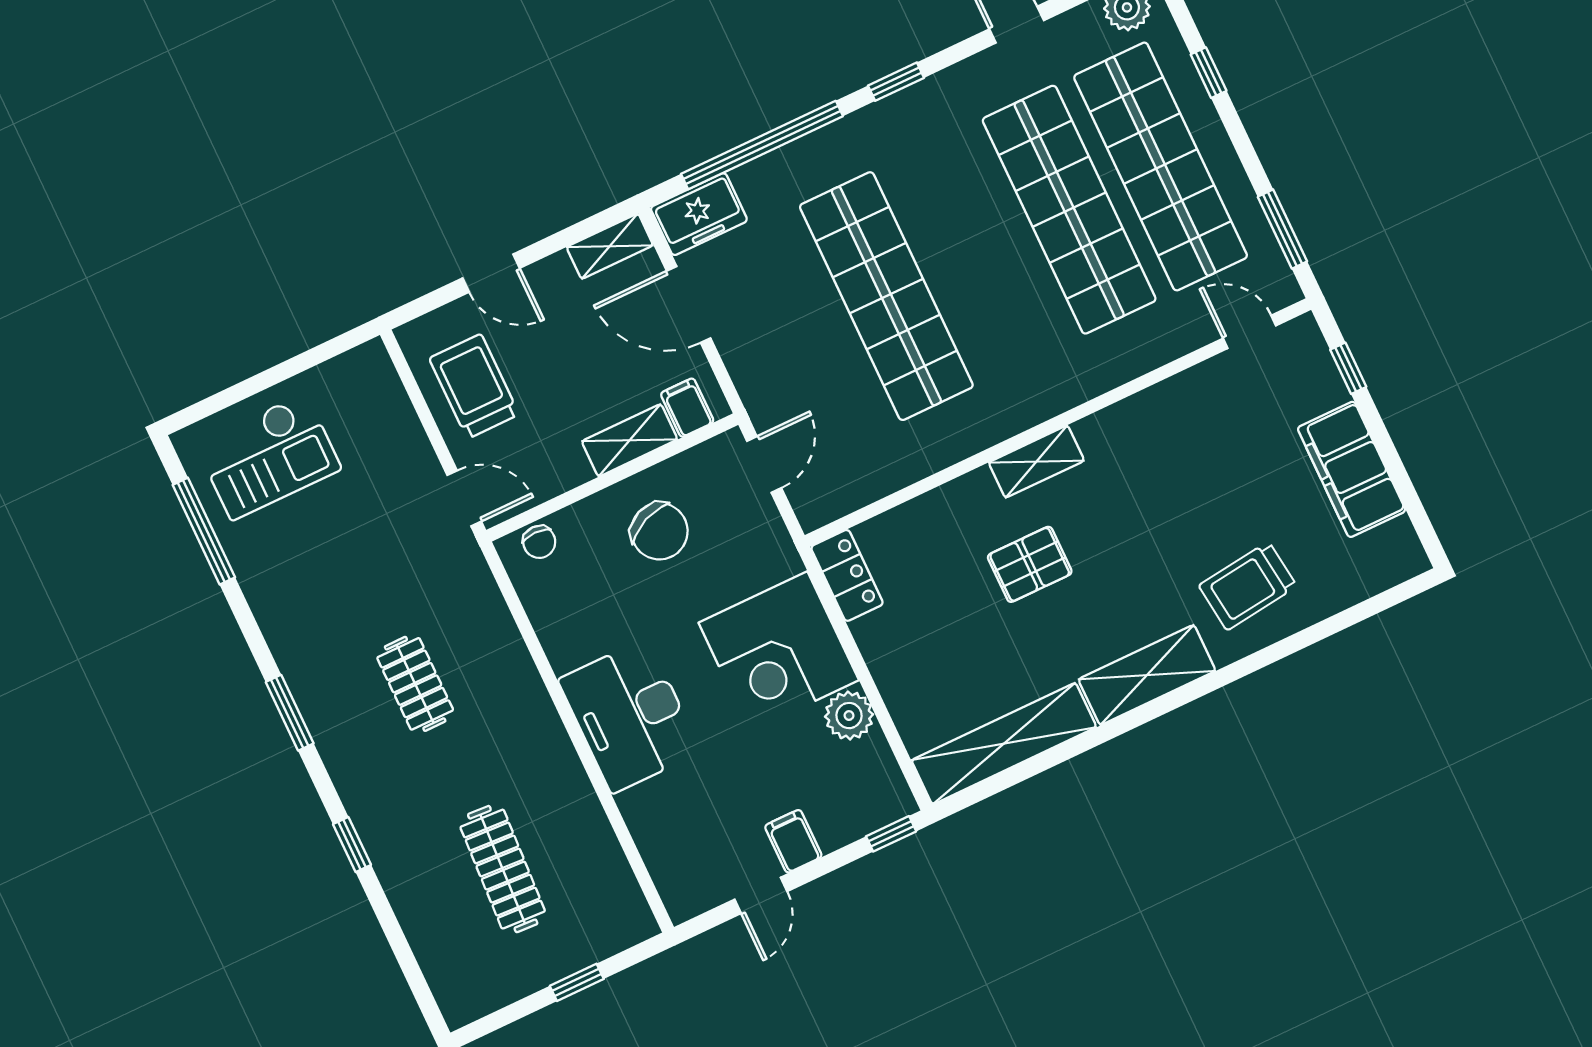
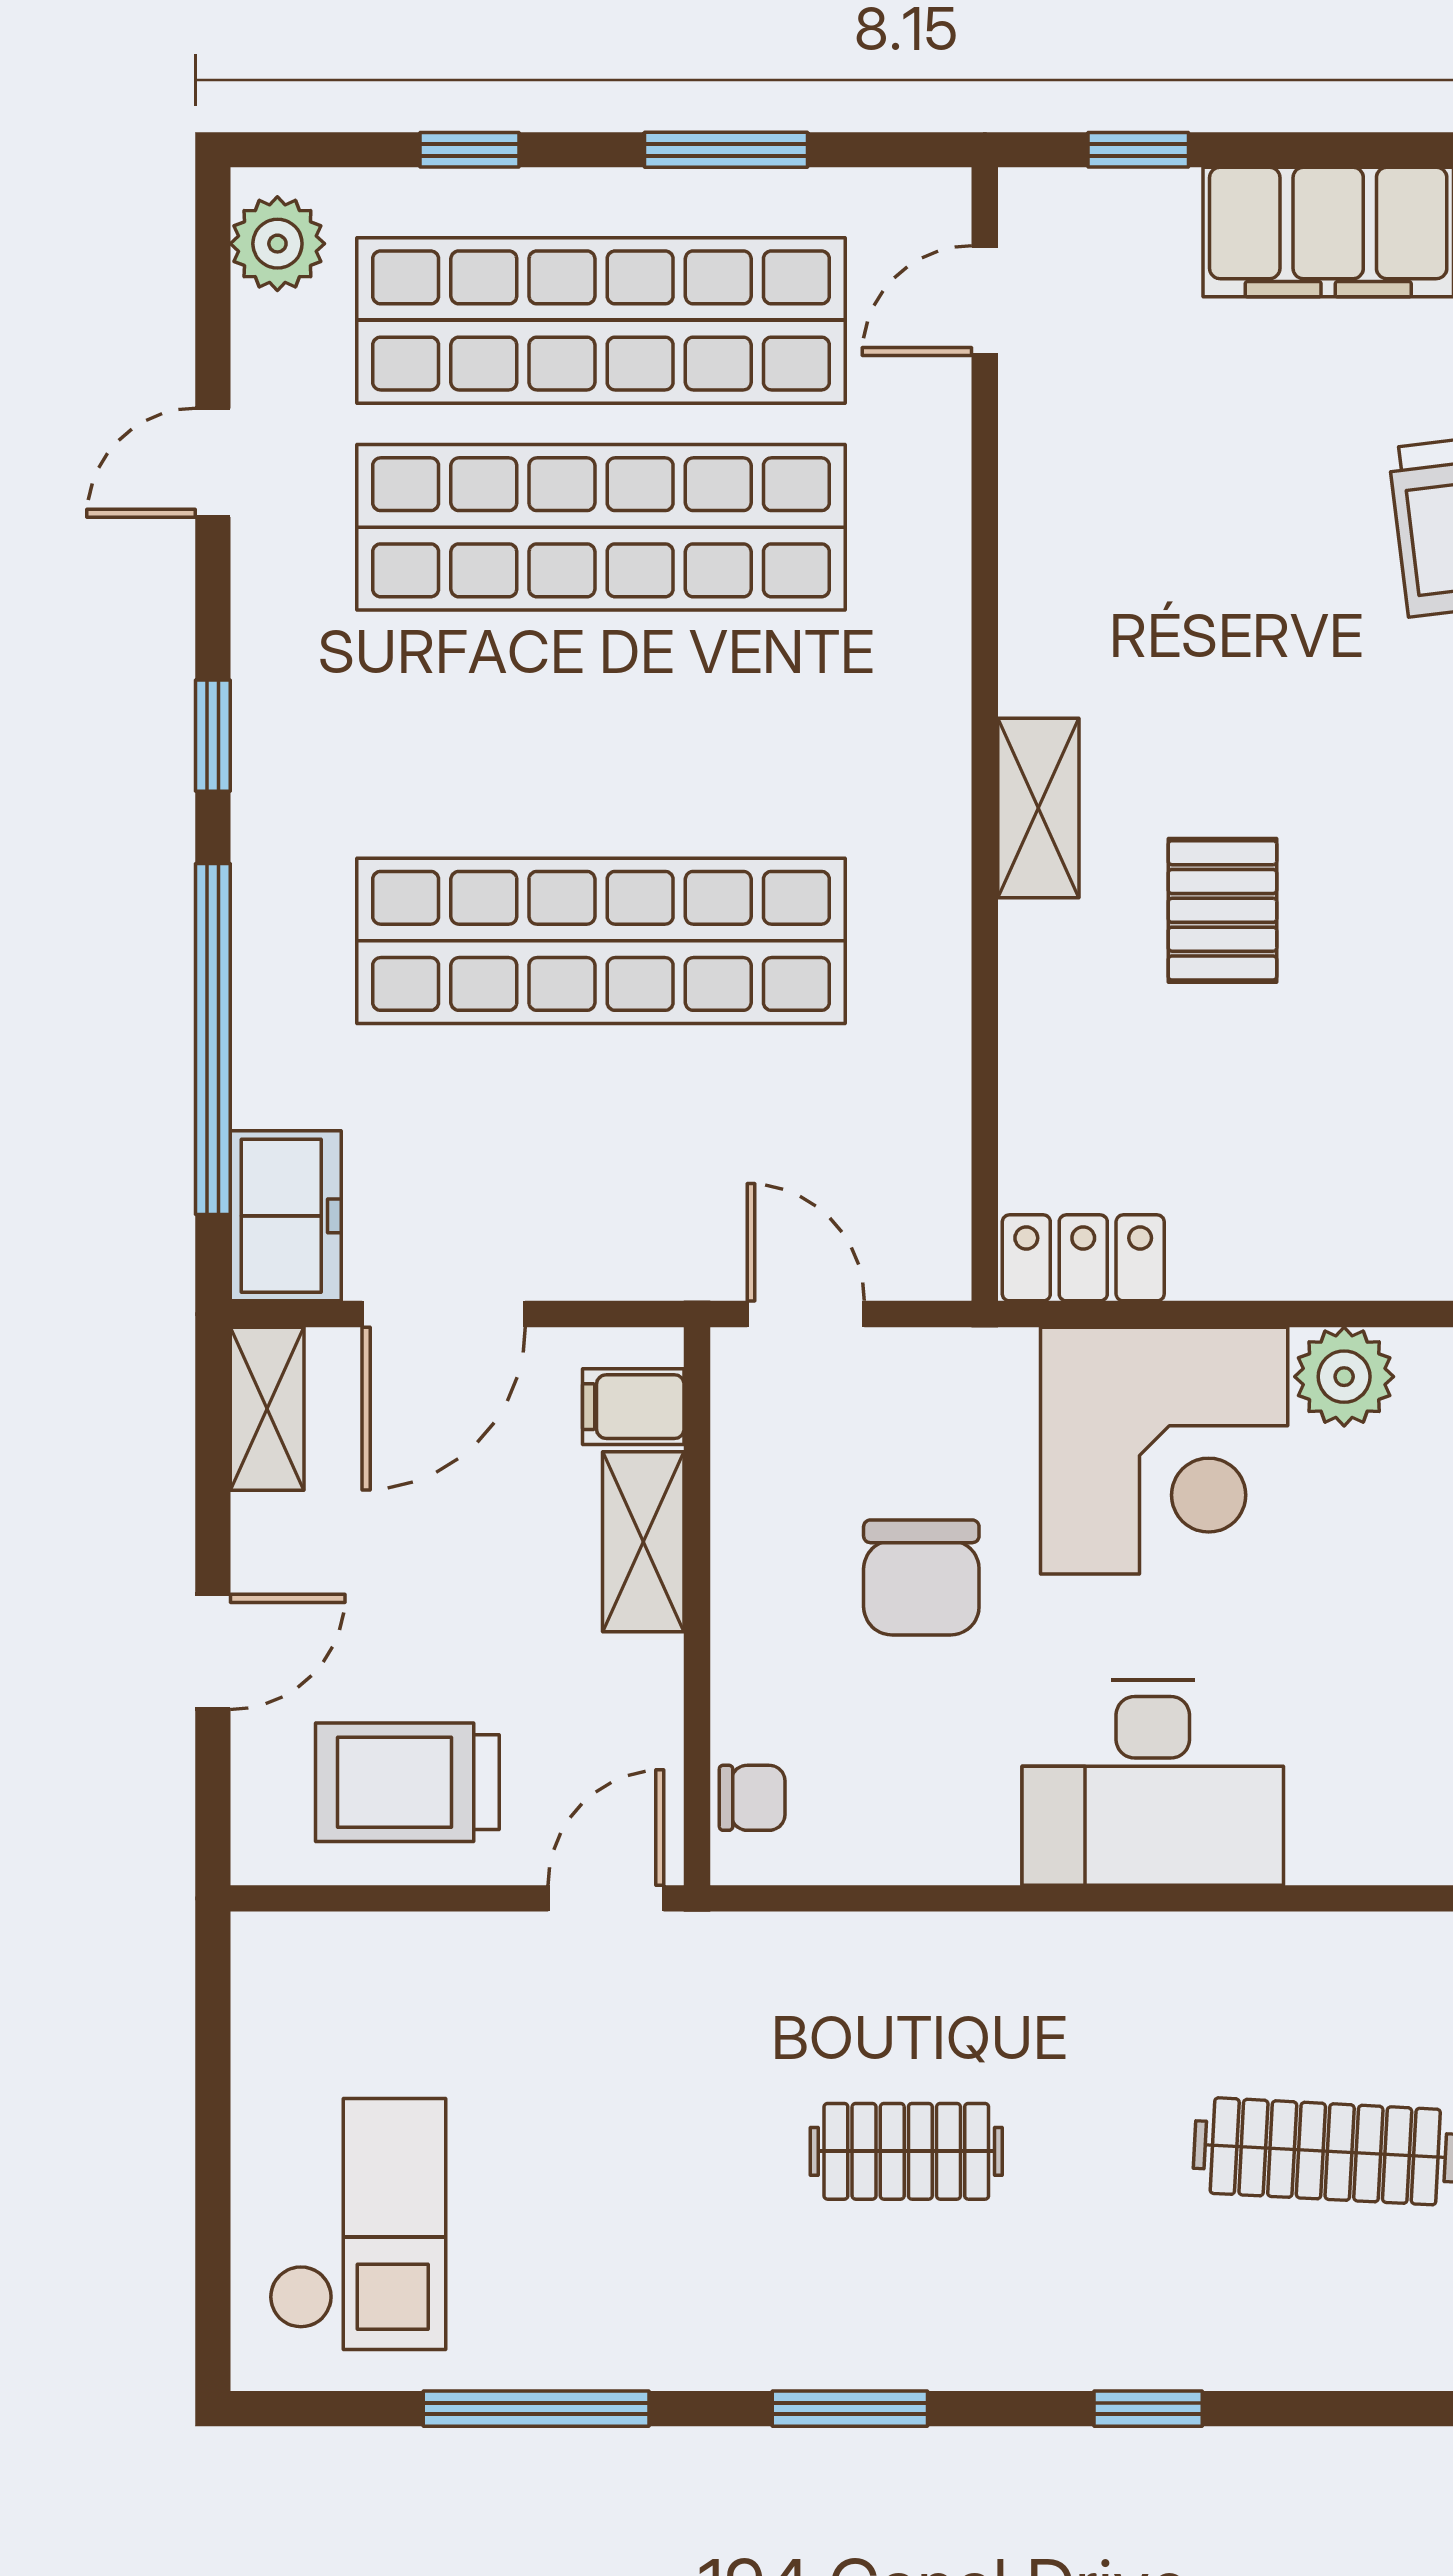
window: (1282, 229) -> (726, 150), moved
window: (204, 531) -> (536, 2409), moved
chair: (659, 531) -> (921, 1577), moved, turned 113

